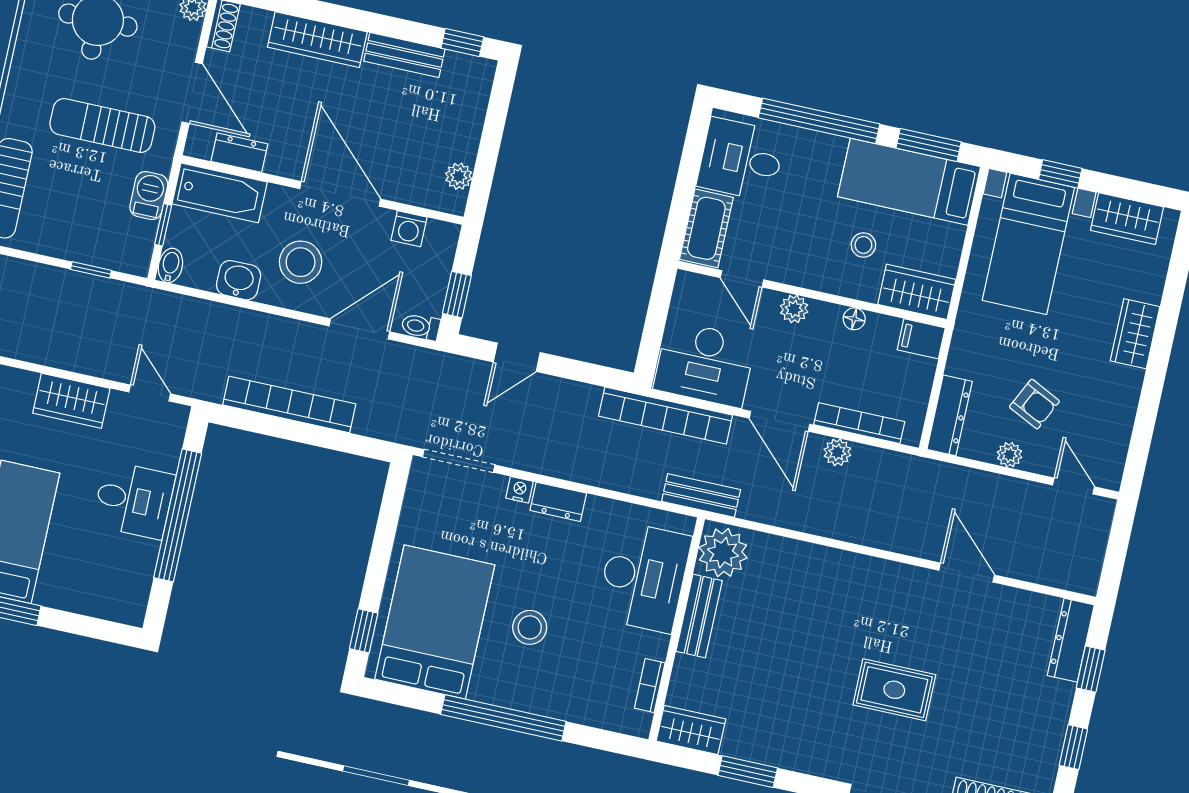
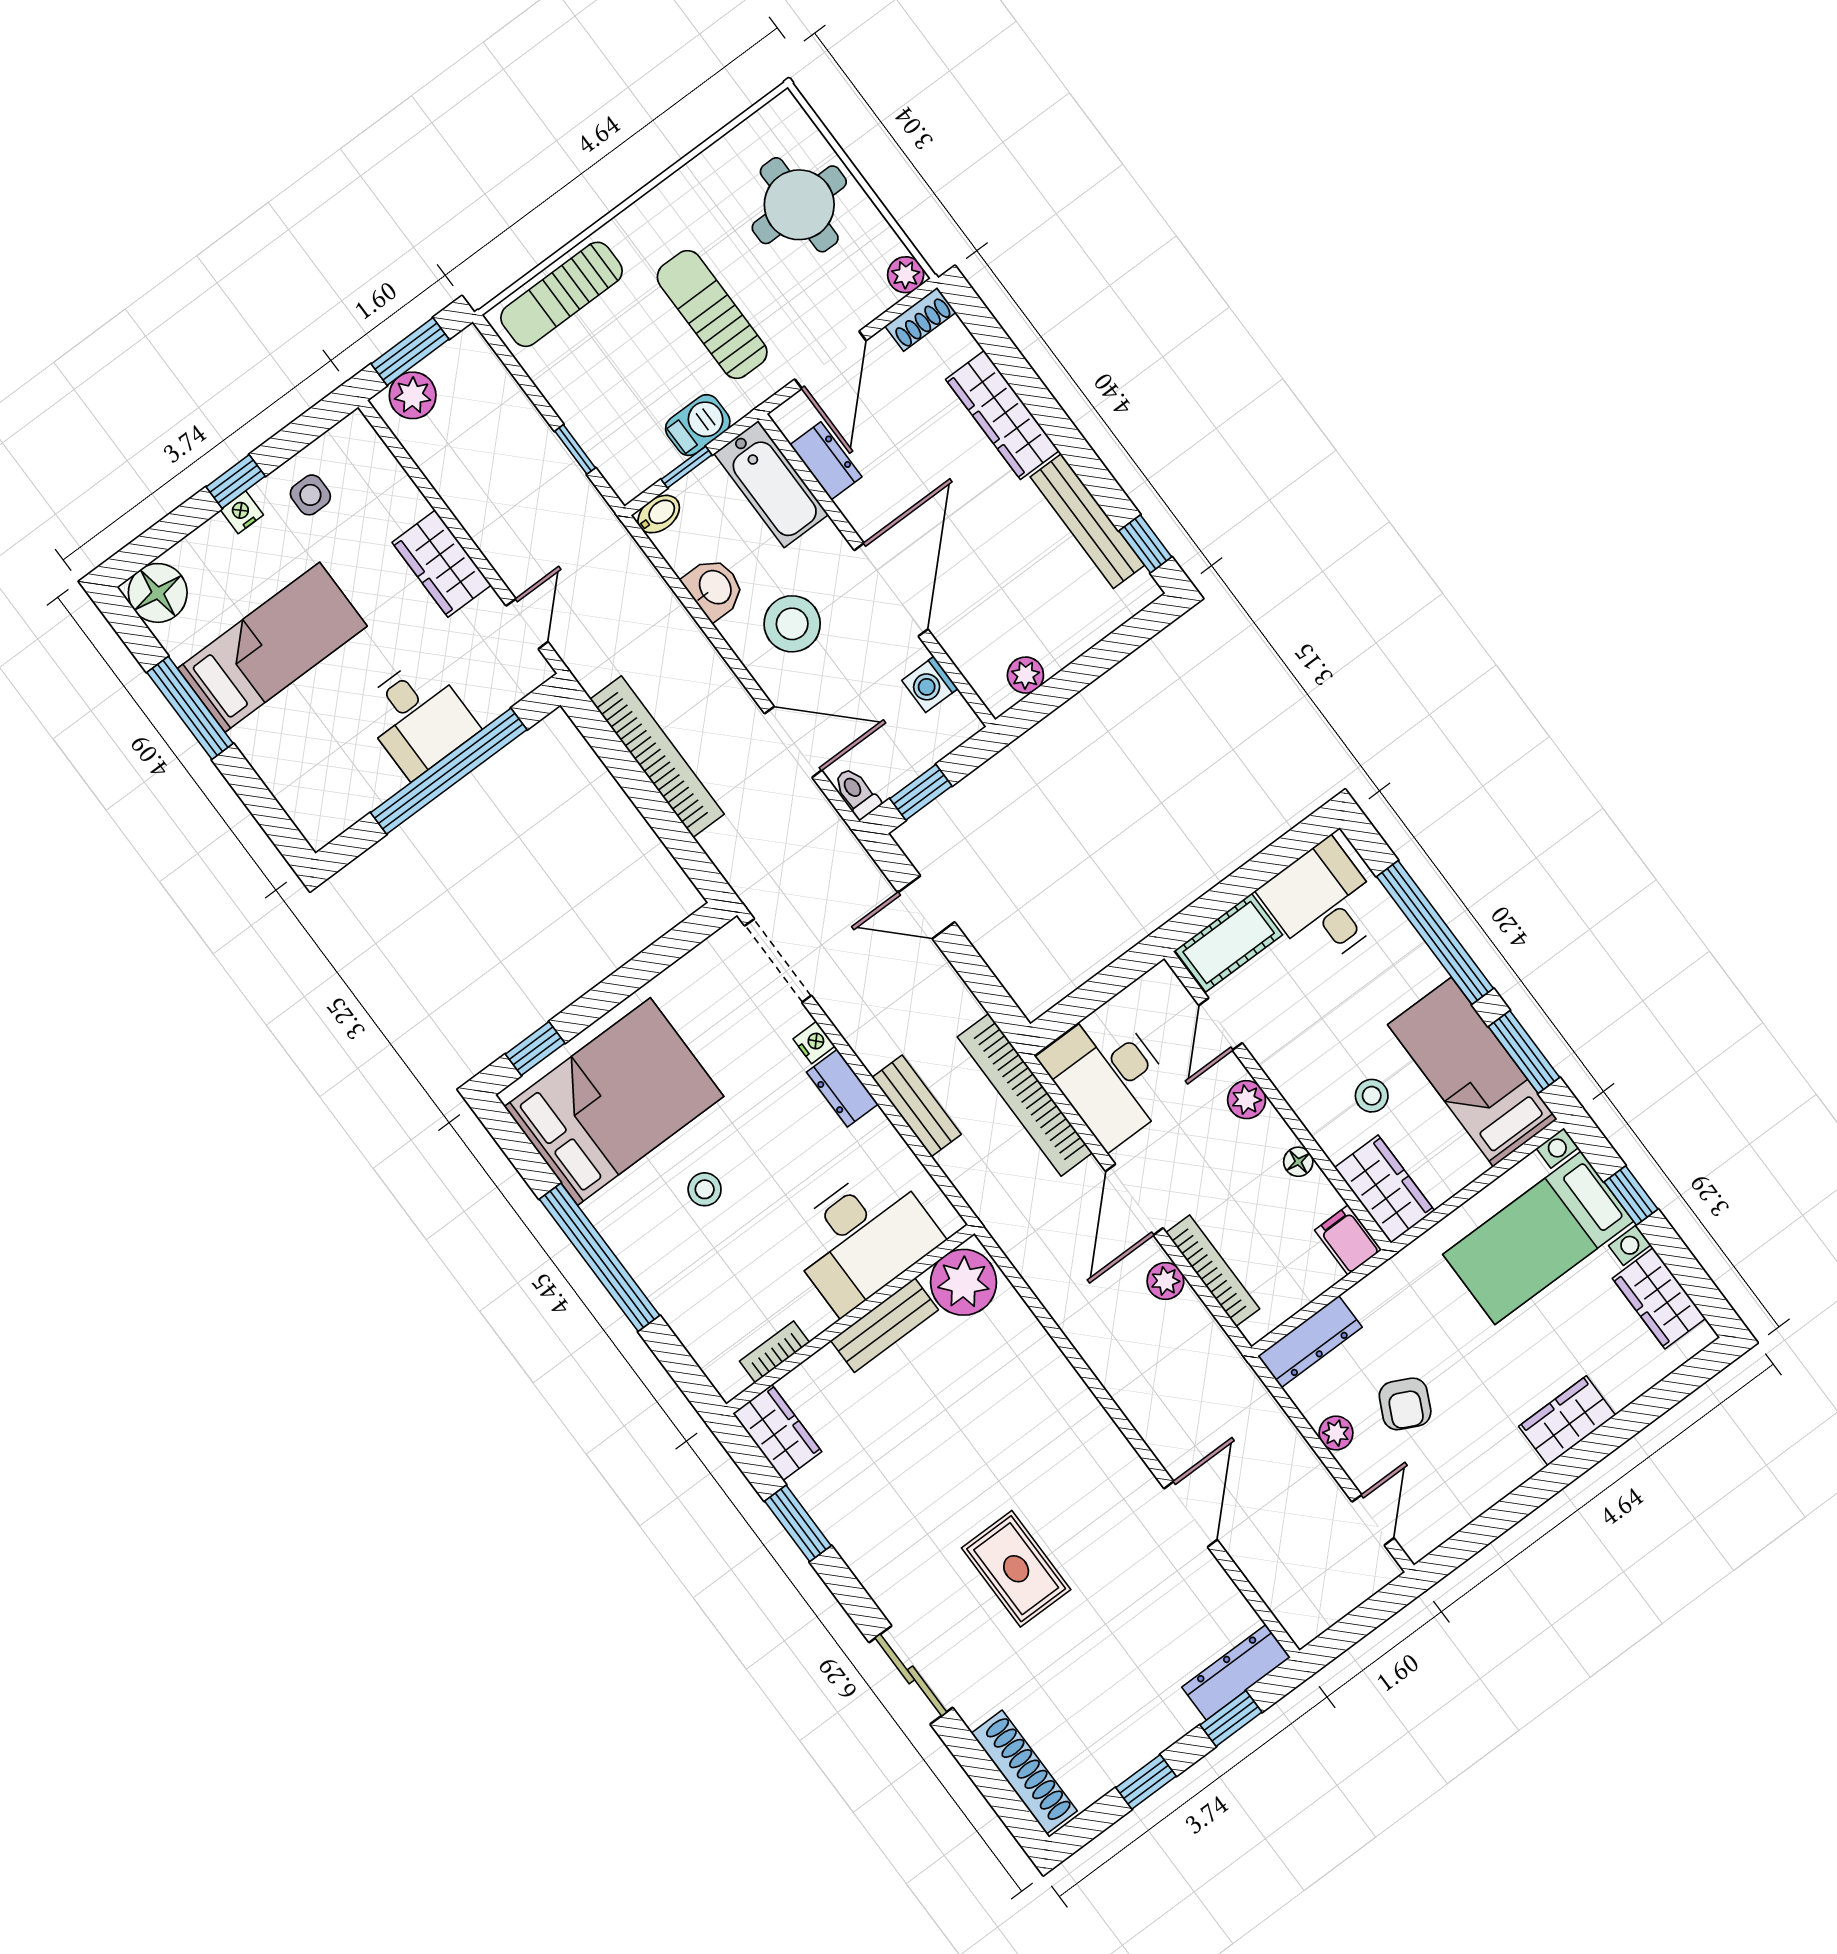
bench: (404, 55) -> (1087, 521), width x1.36
bench: (701, 495) -> (917, 1106), moved
stool: (530, 627) -> (705, 1189), width x0.73, depth x0.73

